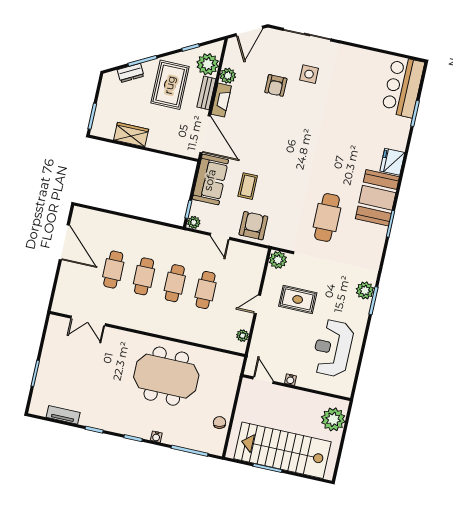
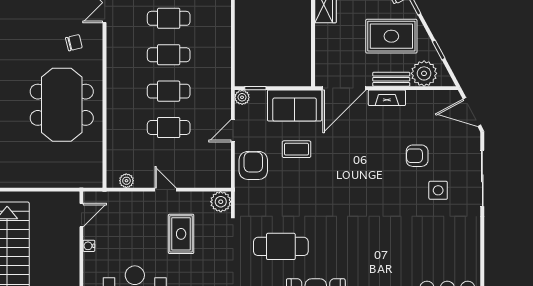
plant: (228, 76) -> (416, 99), removed
armchair: (253, 226) -> (253, 165), turned -90
chair: (220, 422) -> (74, 43), moved

